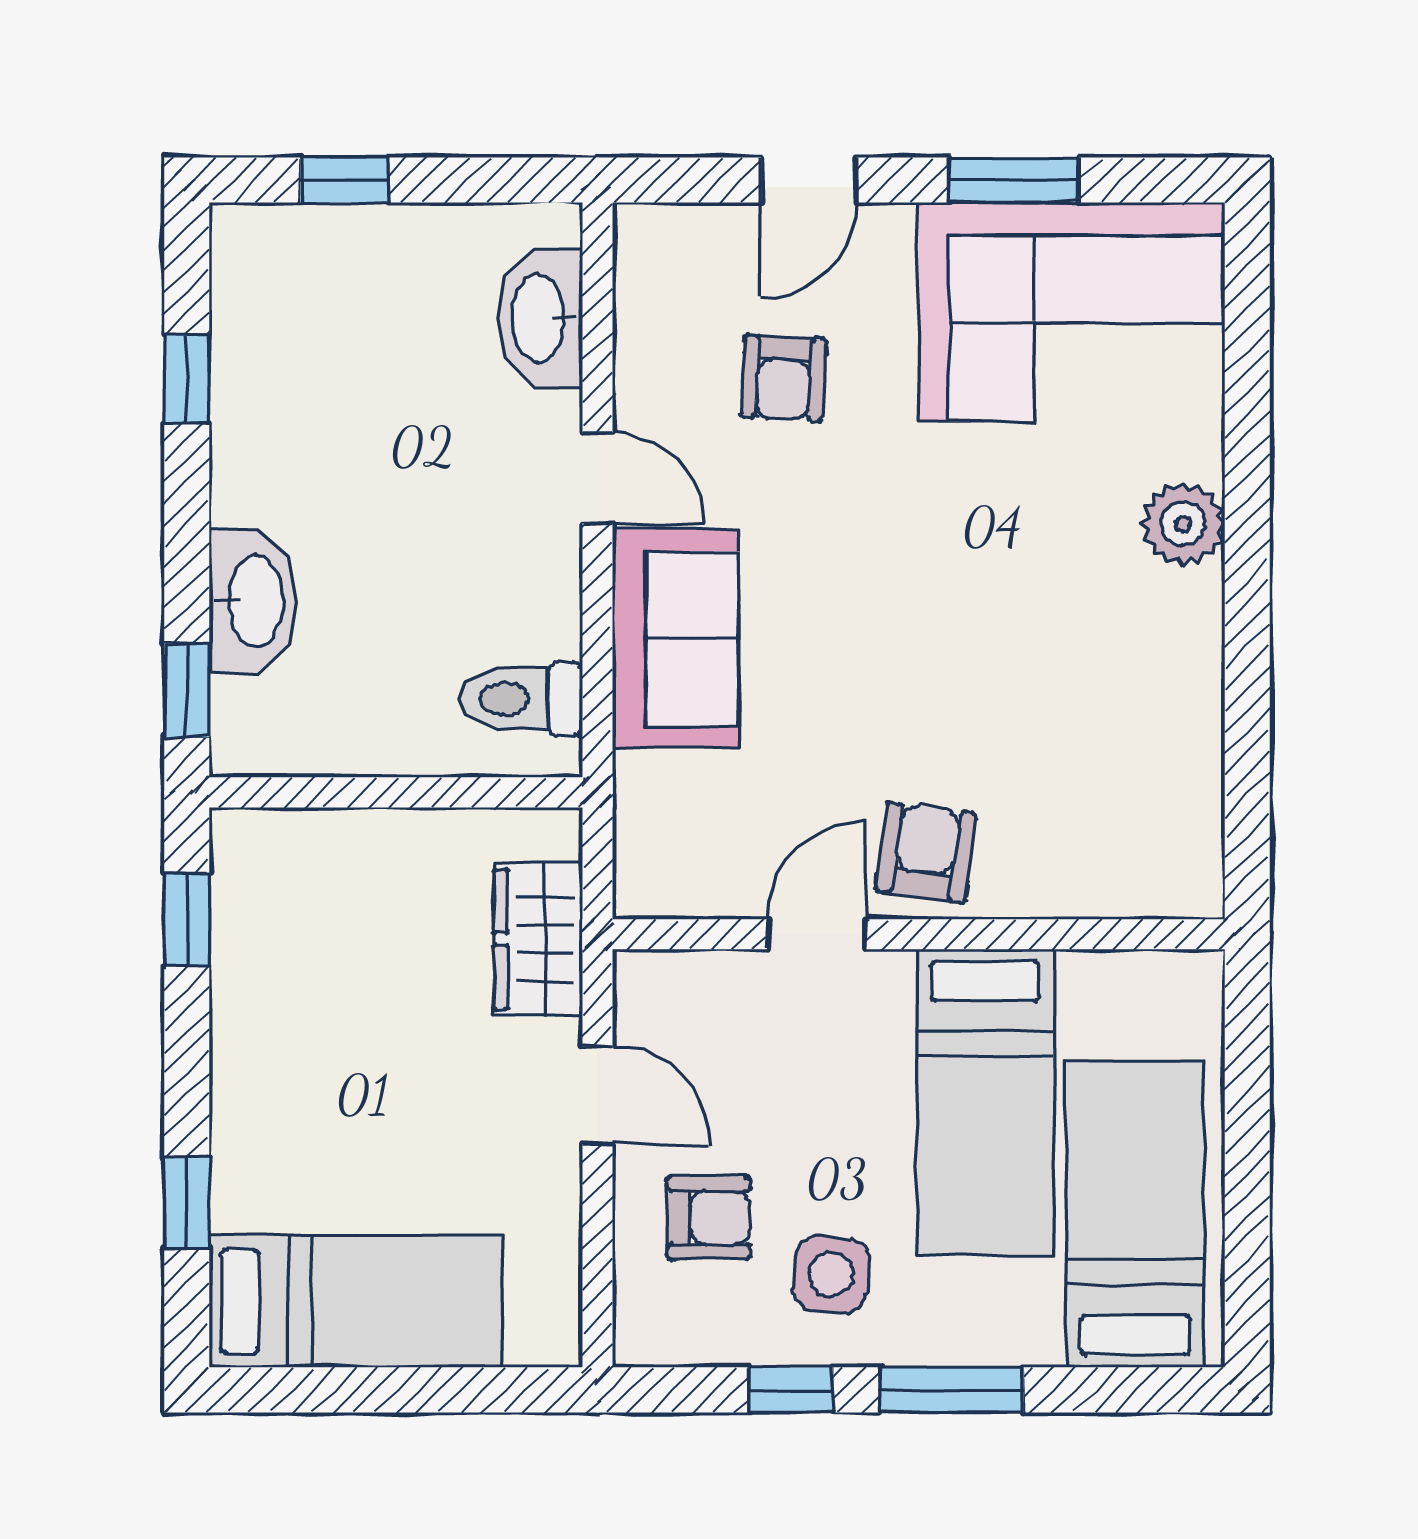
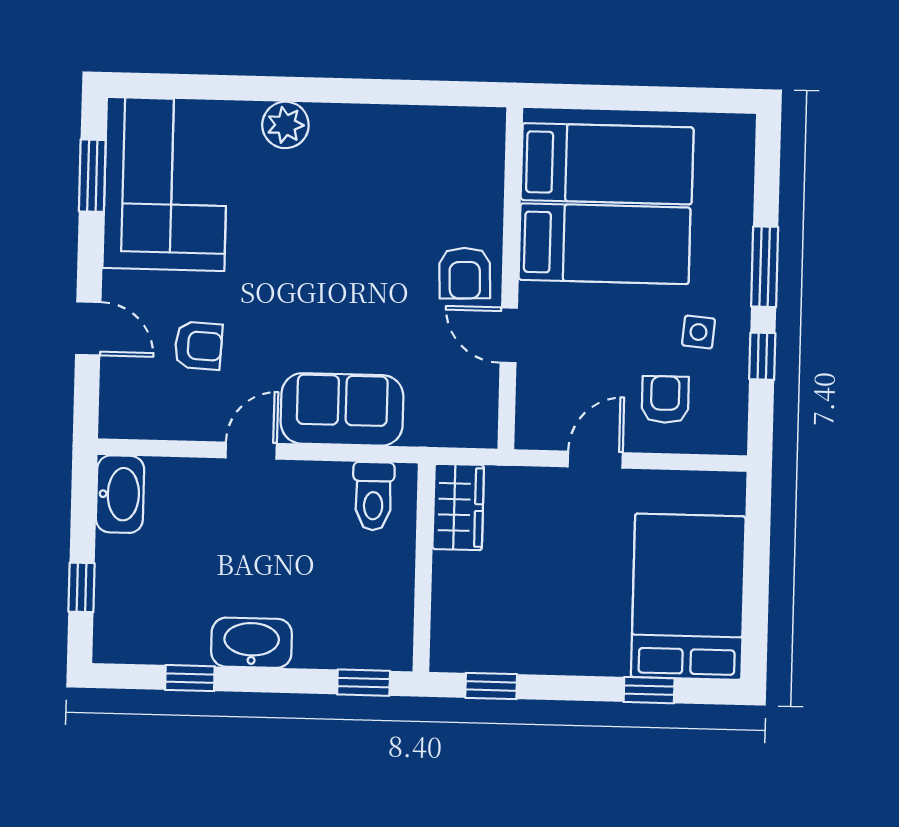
window: (1014, 180) -> (92, 176), moved
washbasin: (540, 318) -> (120, 494), moved, turned -90
washbasin: (253, 601) -> (252, 643), moved
armchair: (926, 852) -> (465, 273), turned -100
wardrobe: (538, 939) -> (458, 507), moved, turned -90
bed: (1135, 1214) -> (607, 164), moved, turned 180
side table: (831, 1274) -> (699, 332), width x0.73, depth x0.73
bed: (356, 1301) -> (688, 597), width x1.50

